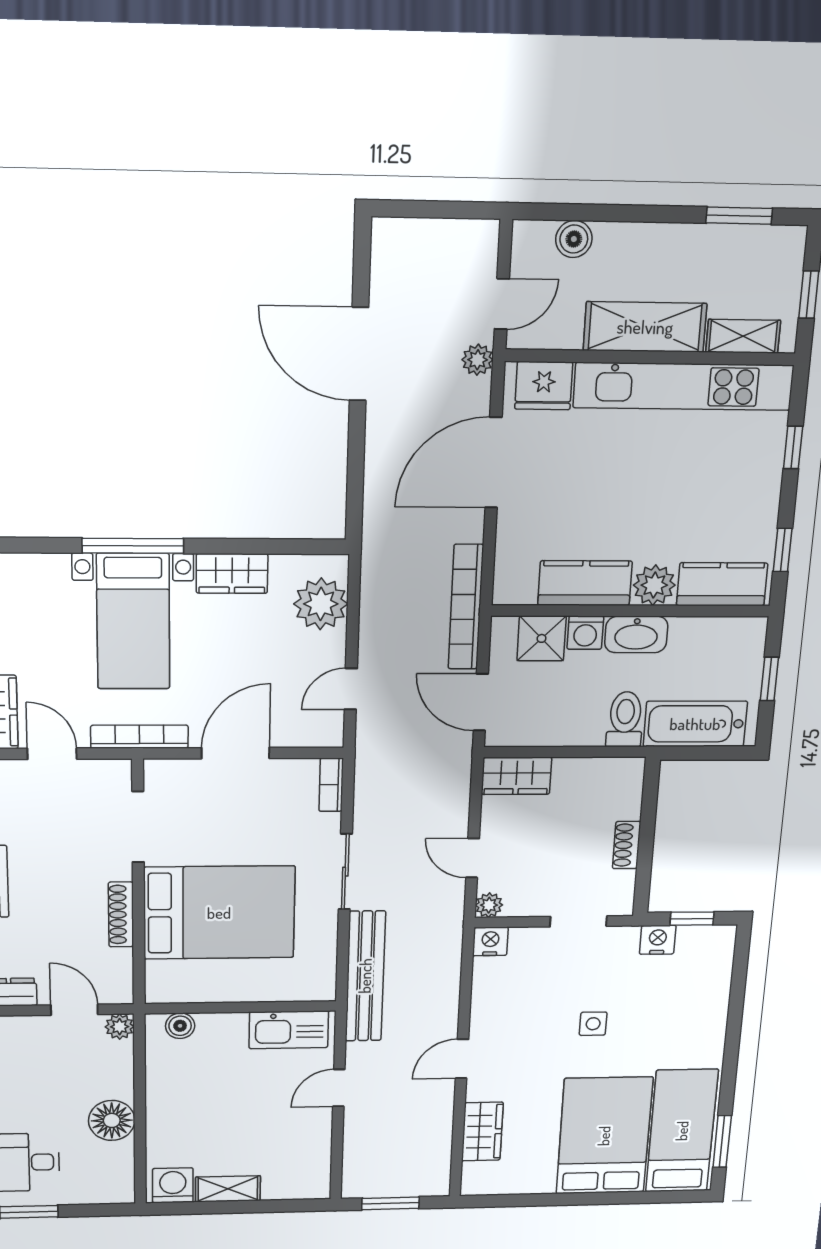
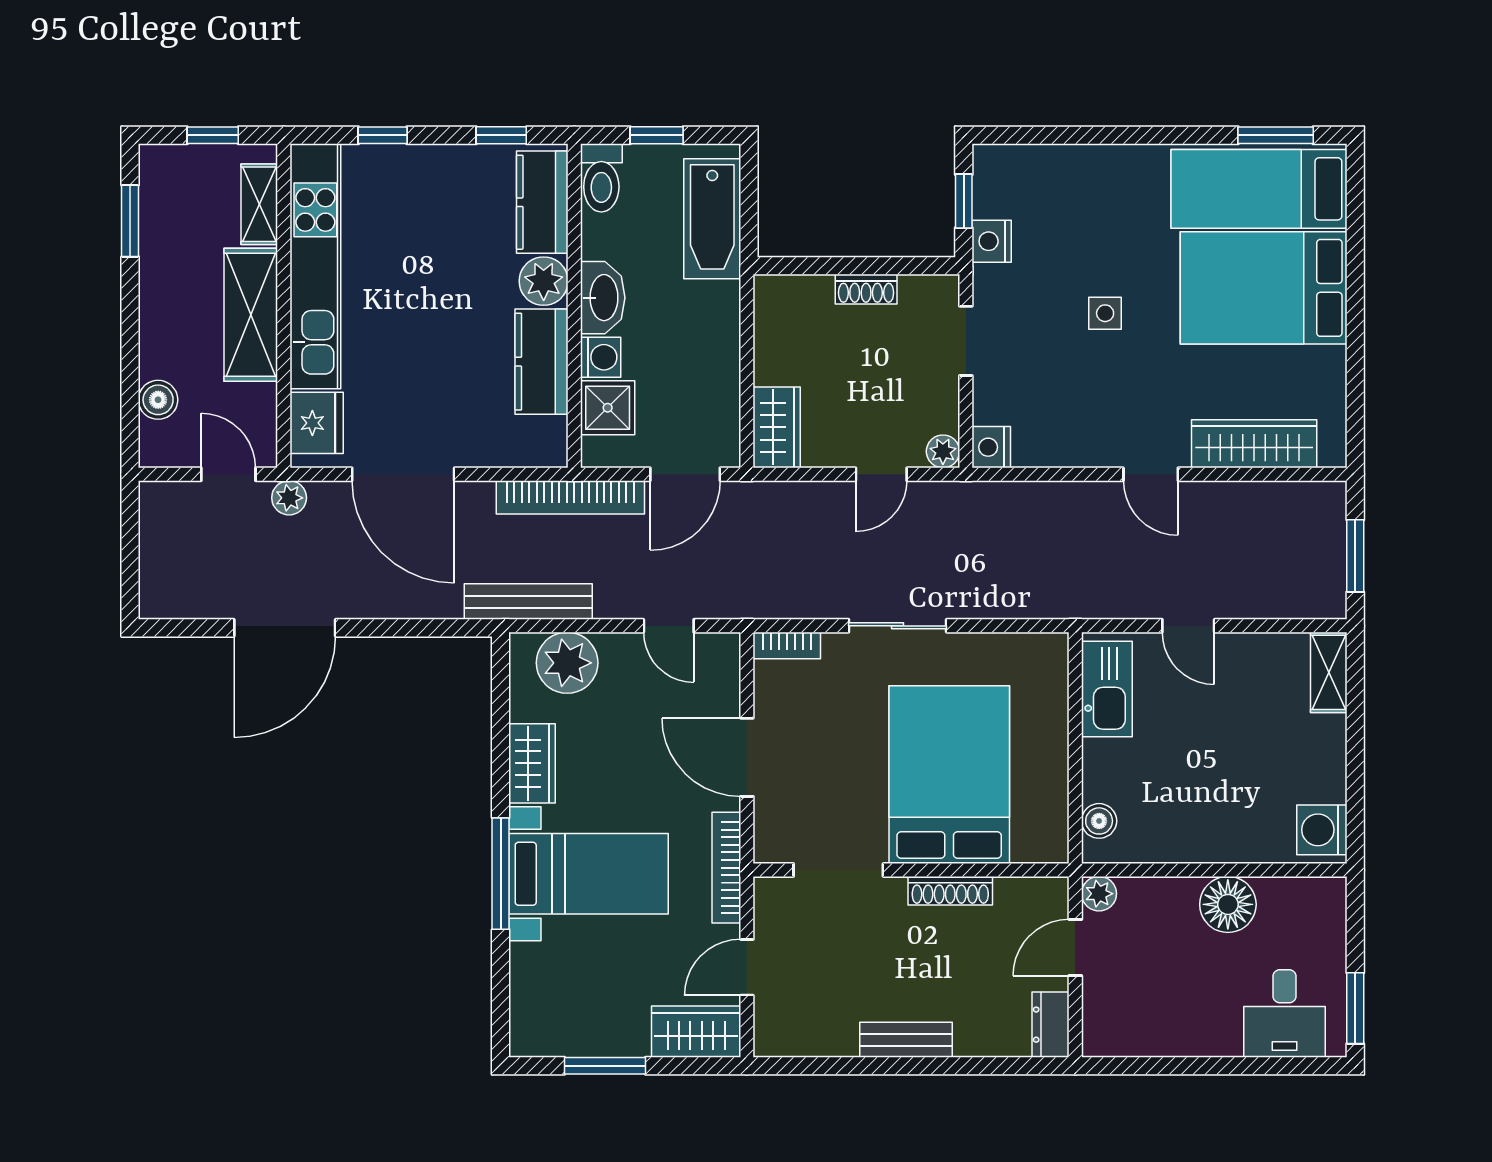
toilet: (625, 719) -> (601, 178), moved, turned -90
bench: (365, 976) -> (528, 602), moved, width x0.73, depth x0.82
wardrobe: (482, 1132) -> (1254, 444), width x1.50
shelving: (228, 1189) -> (1329, 672), moved

